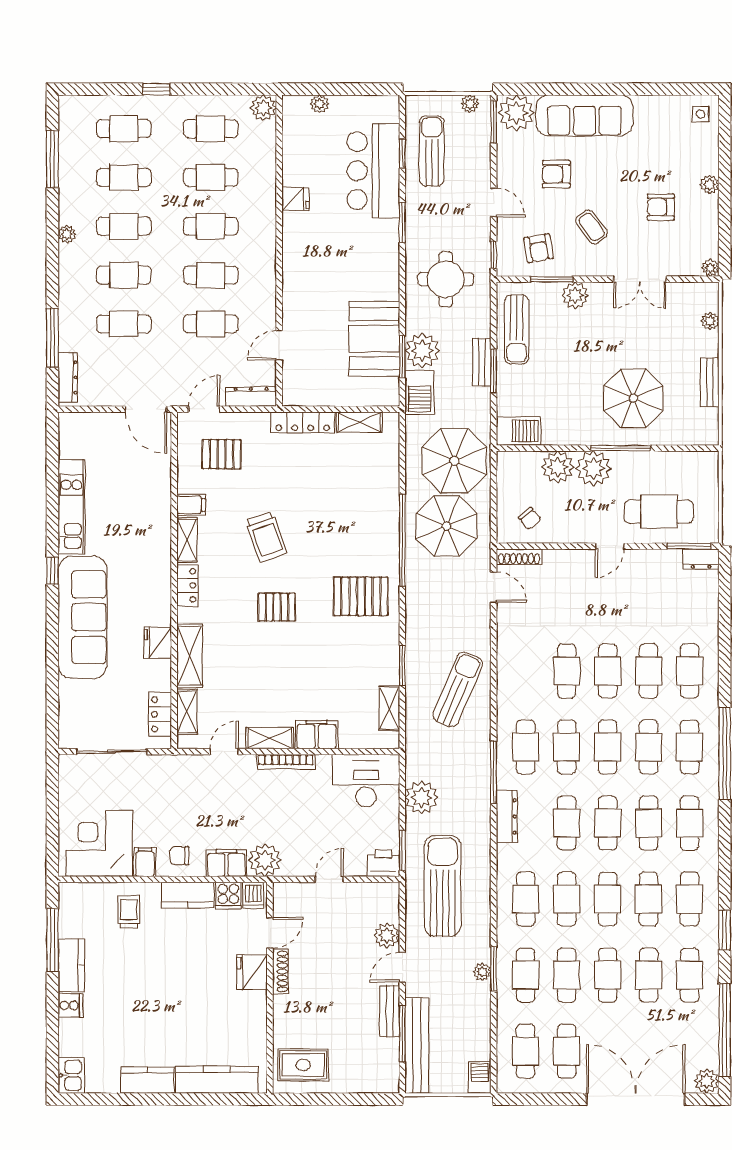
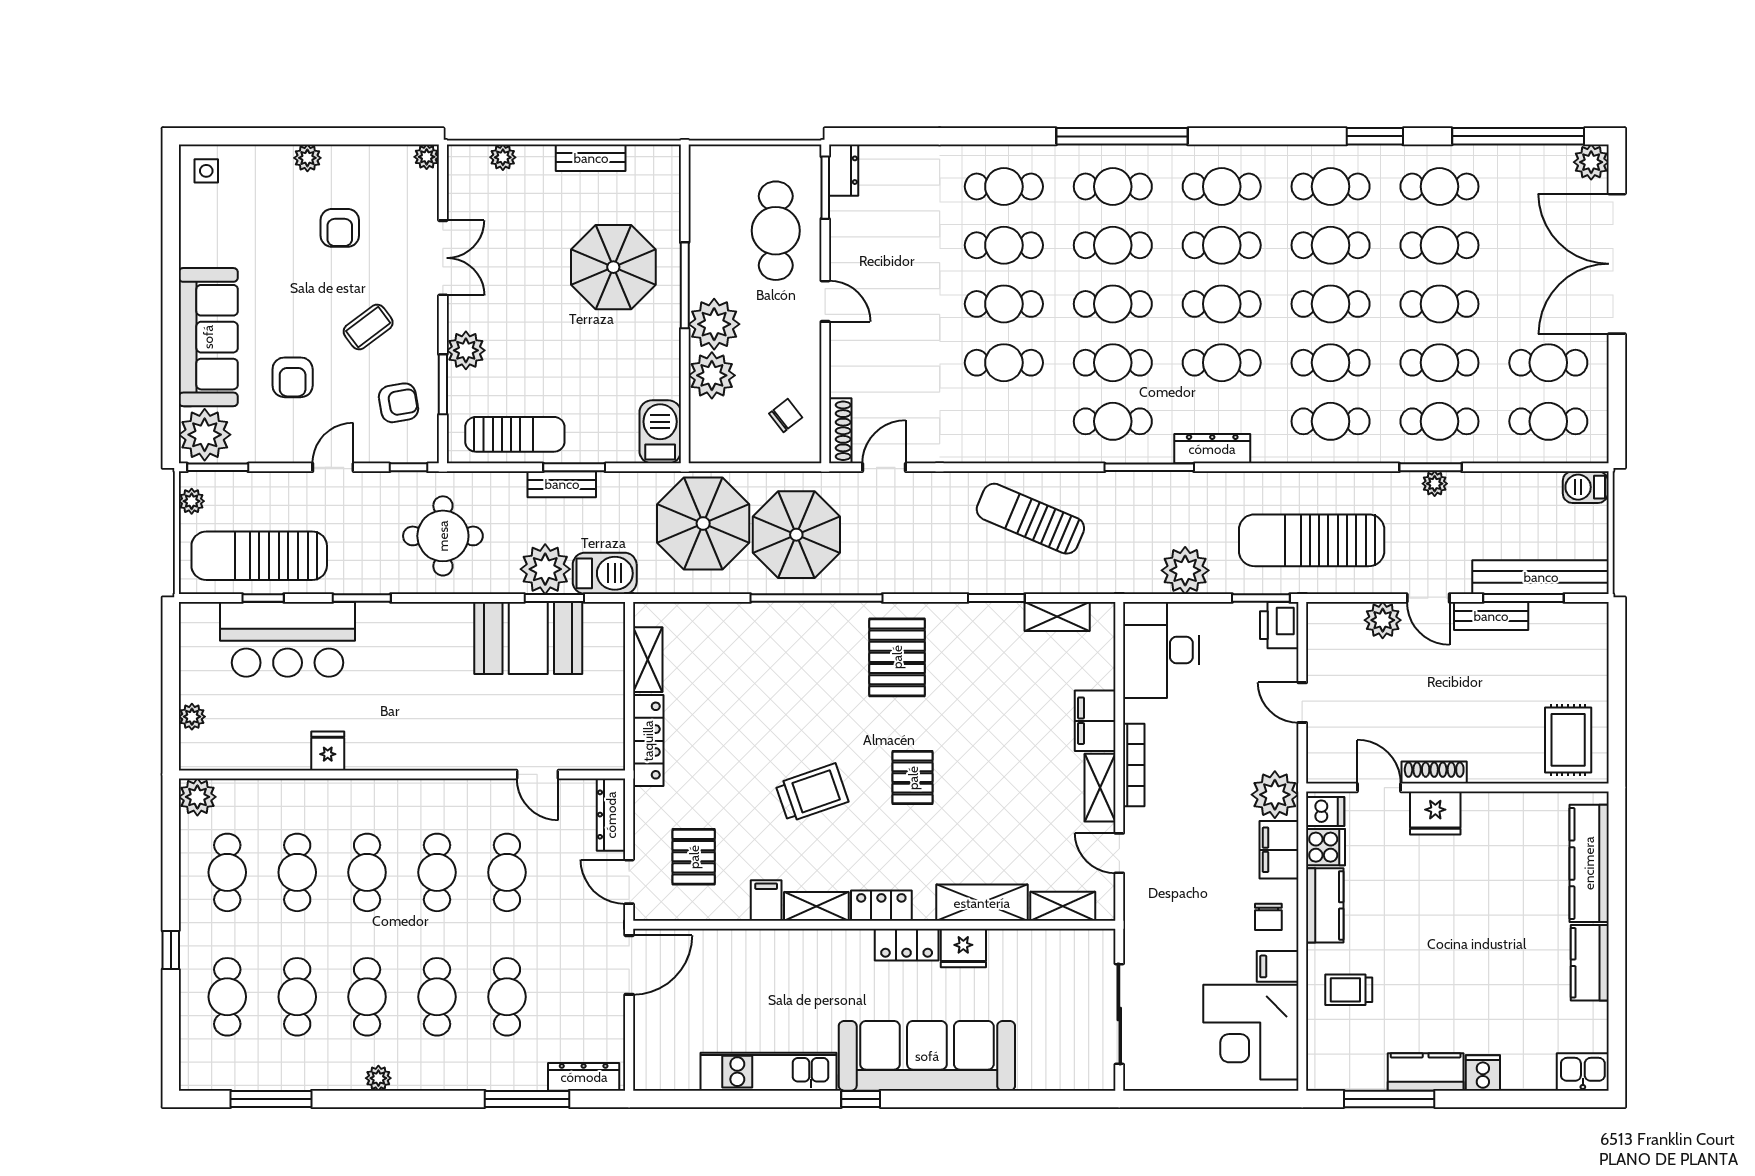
sun lounger: (432, 151) -> (259, 556), width x1.36, depth x1.34
locker: (160, 714) -> (907, 945), moved

